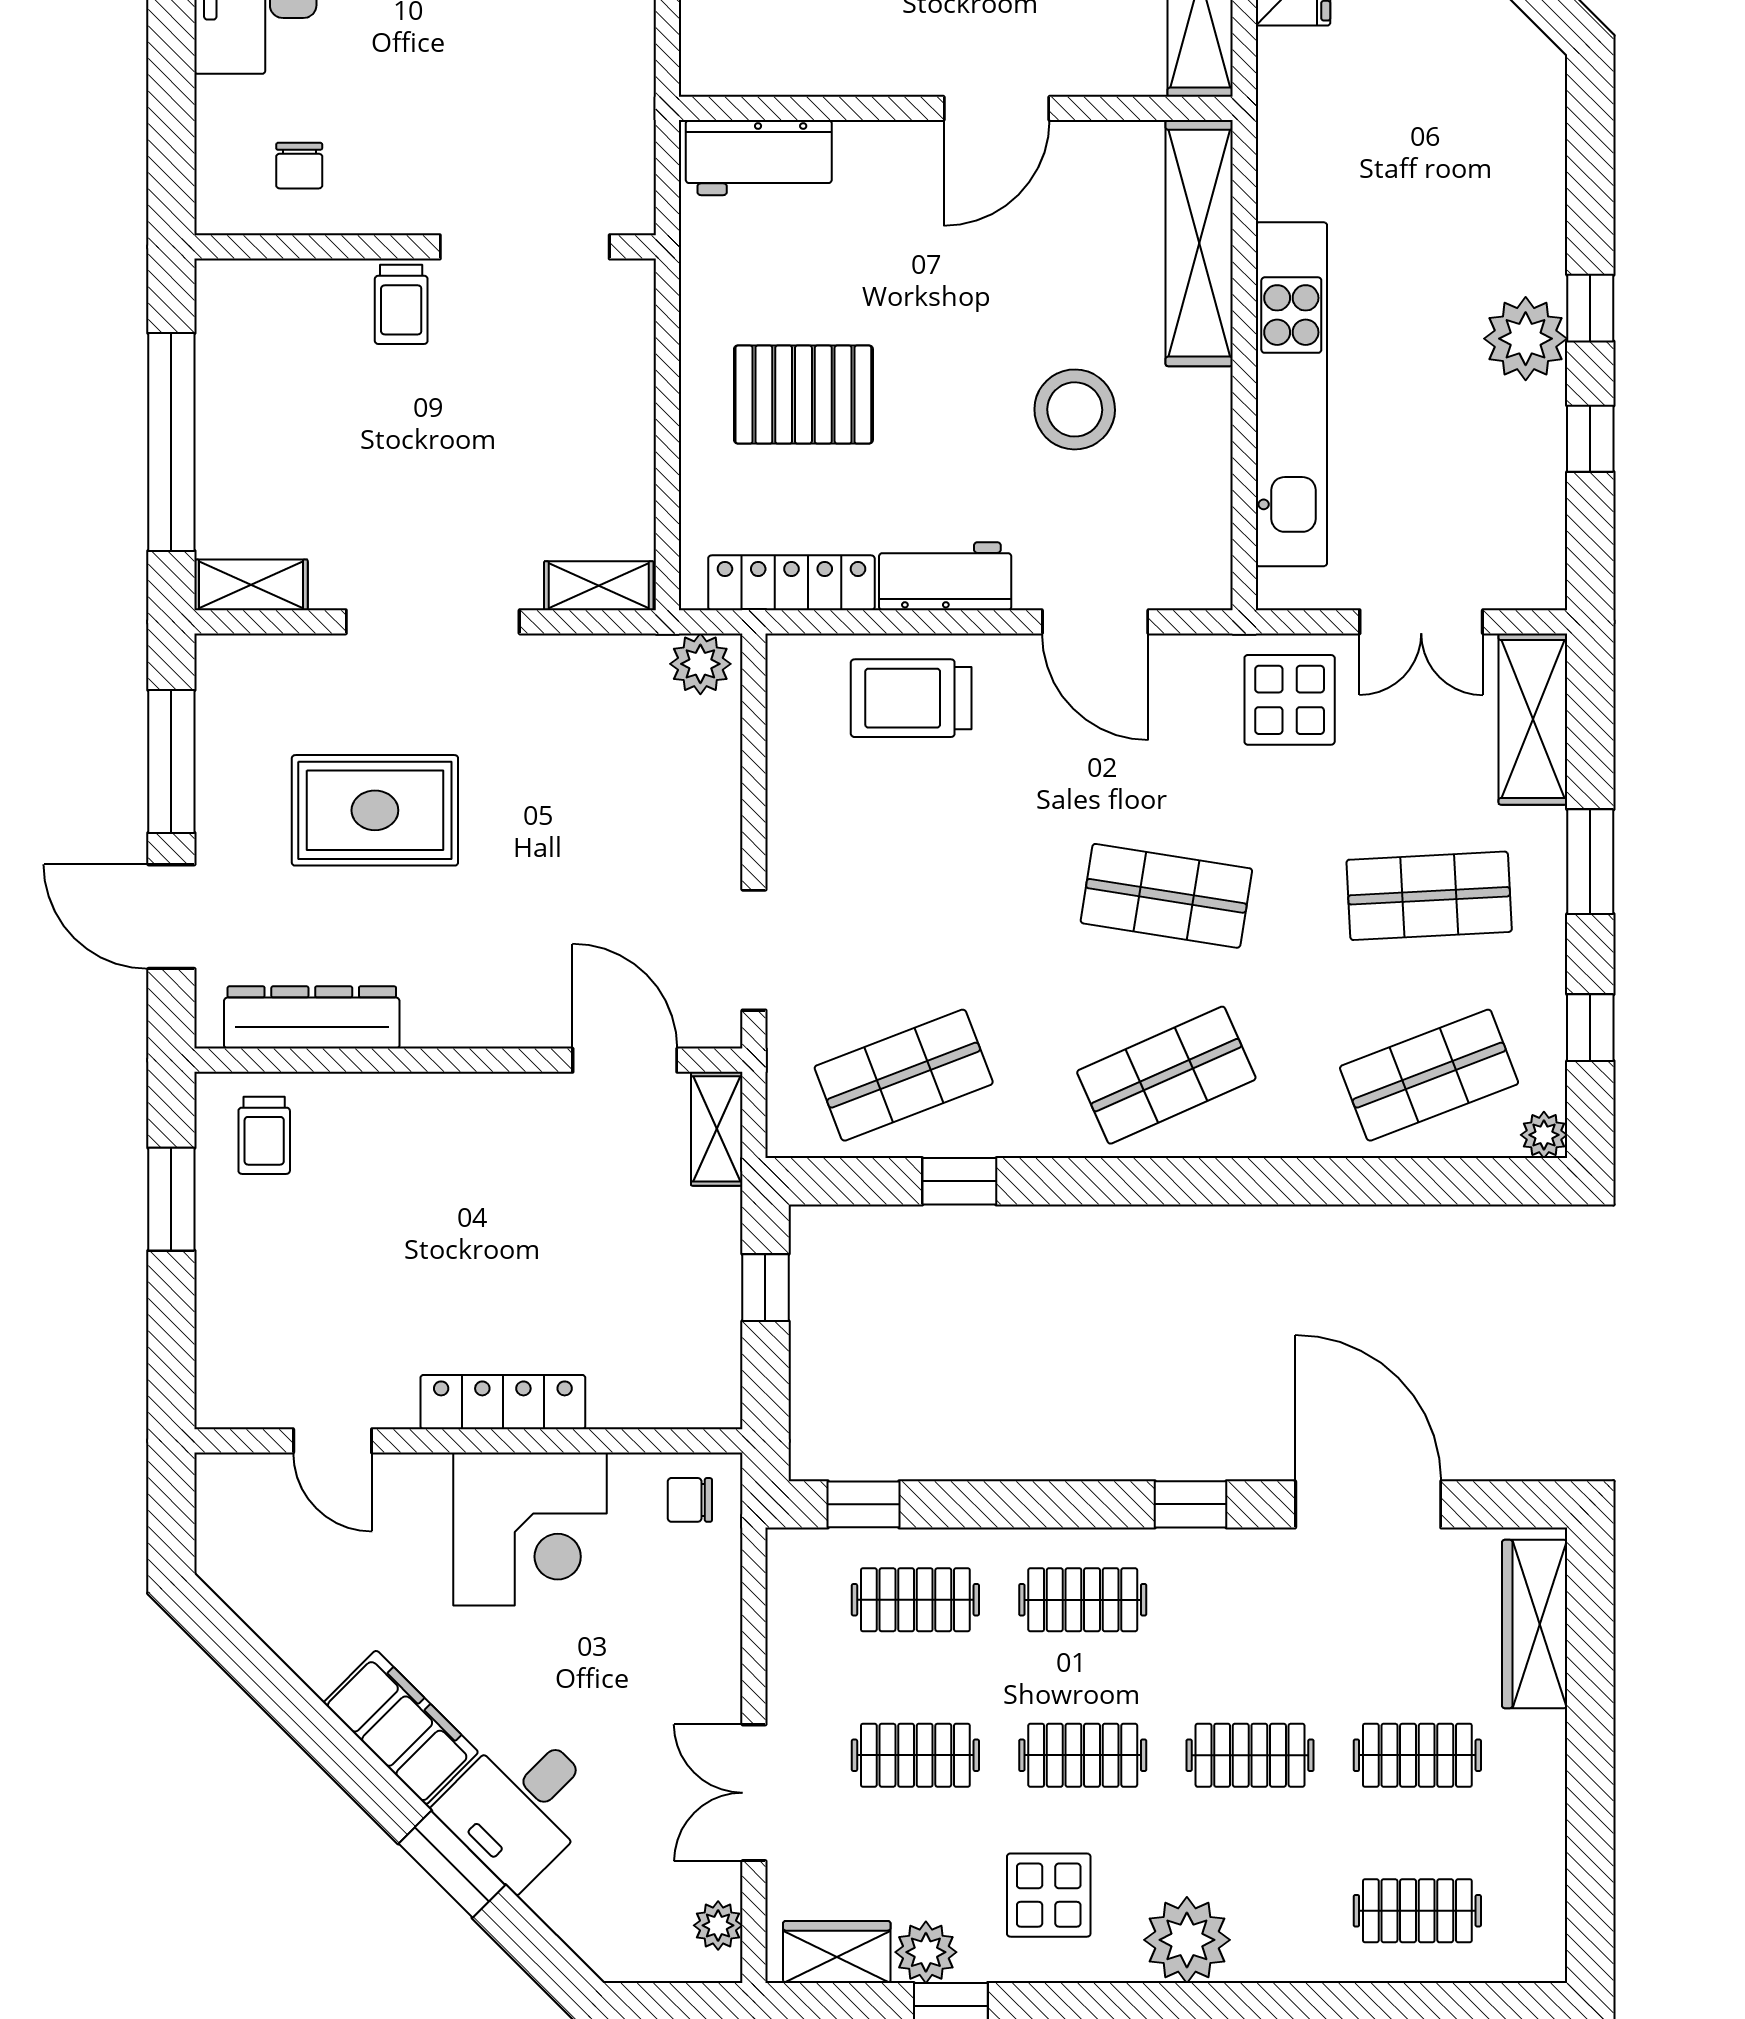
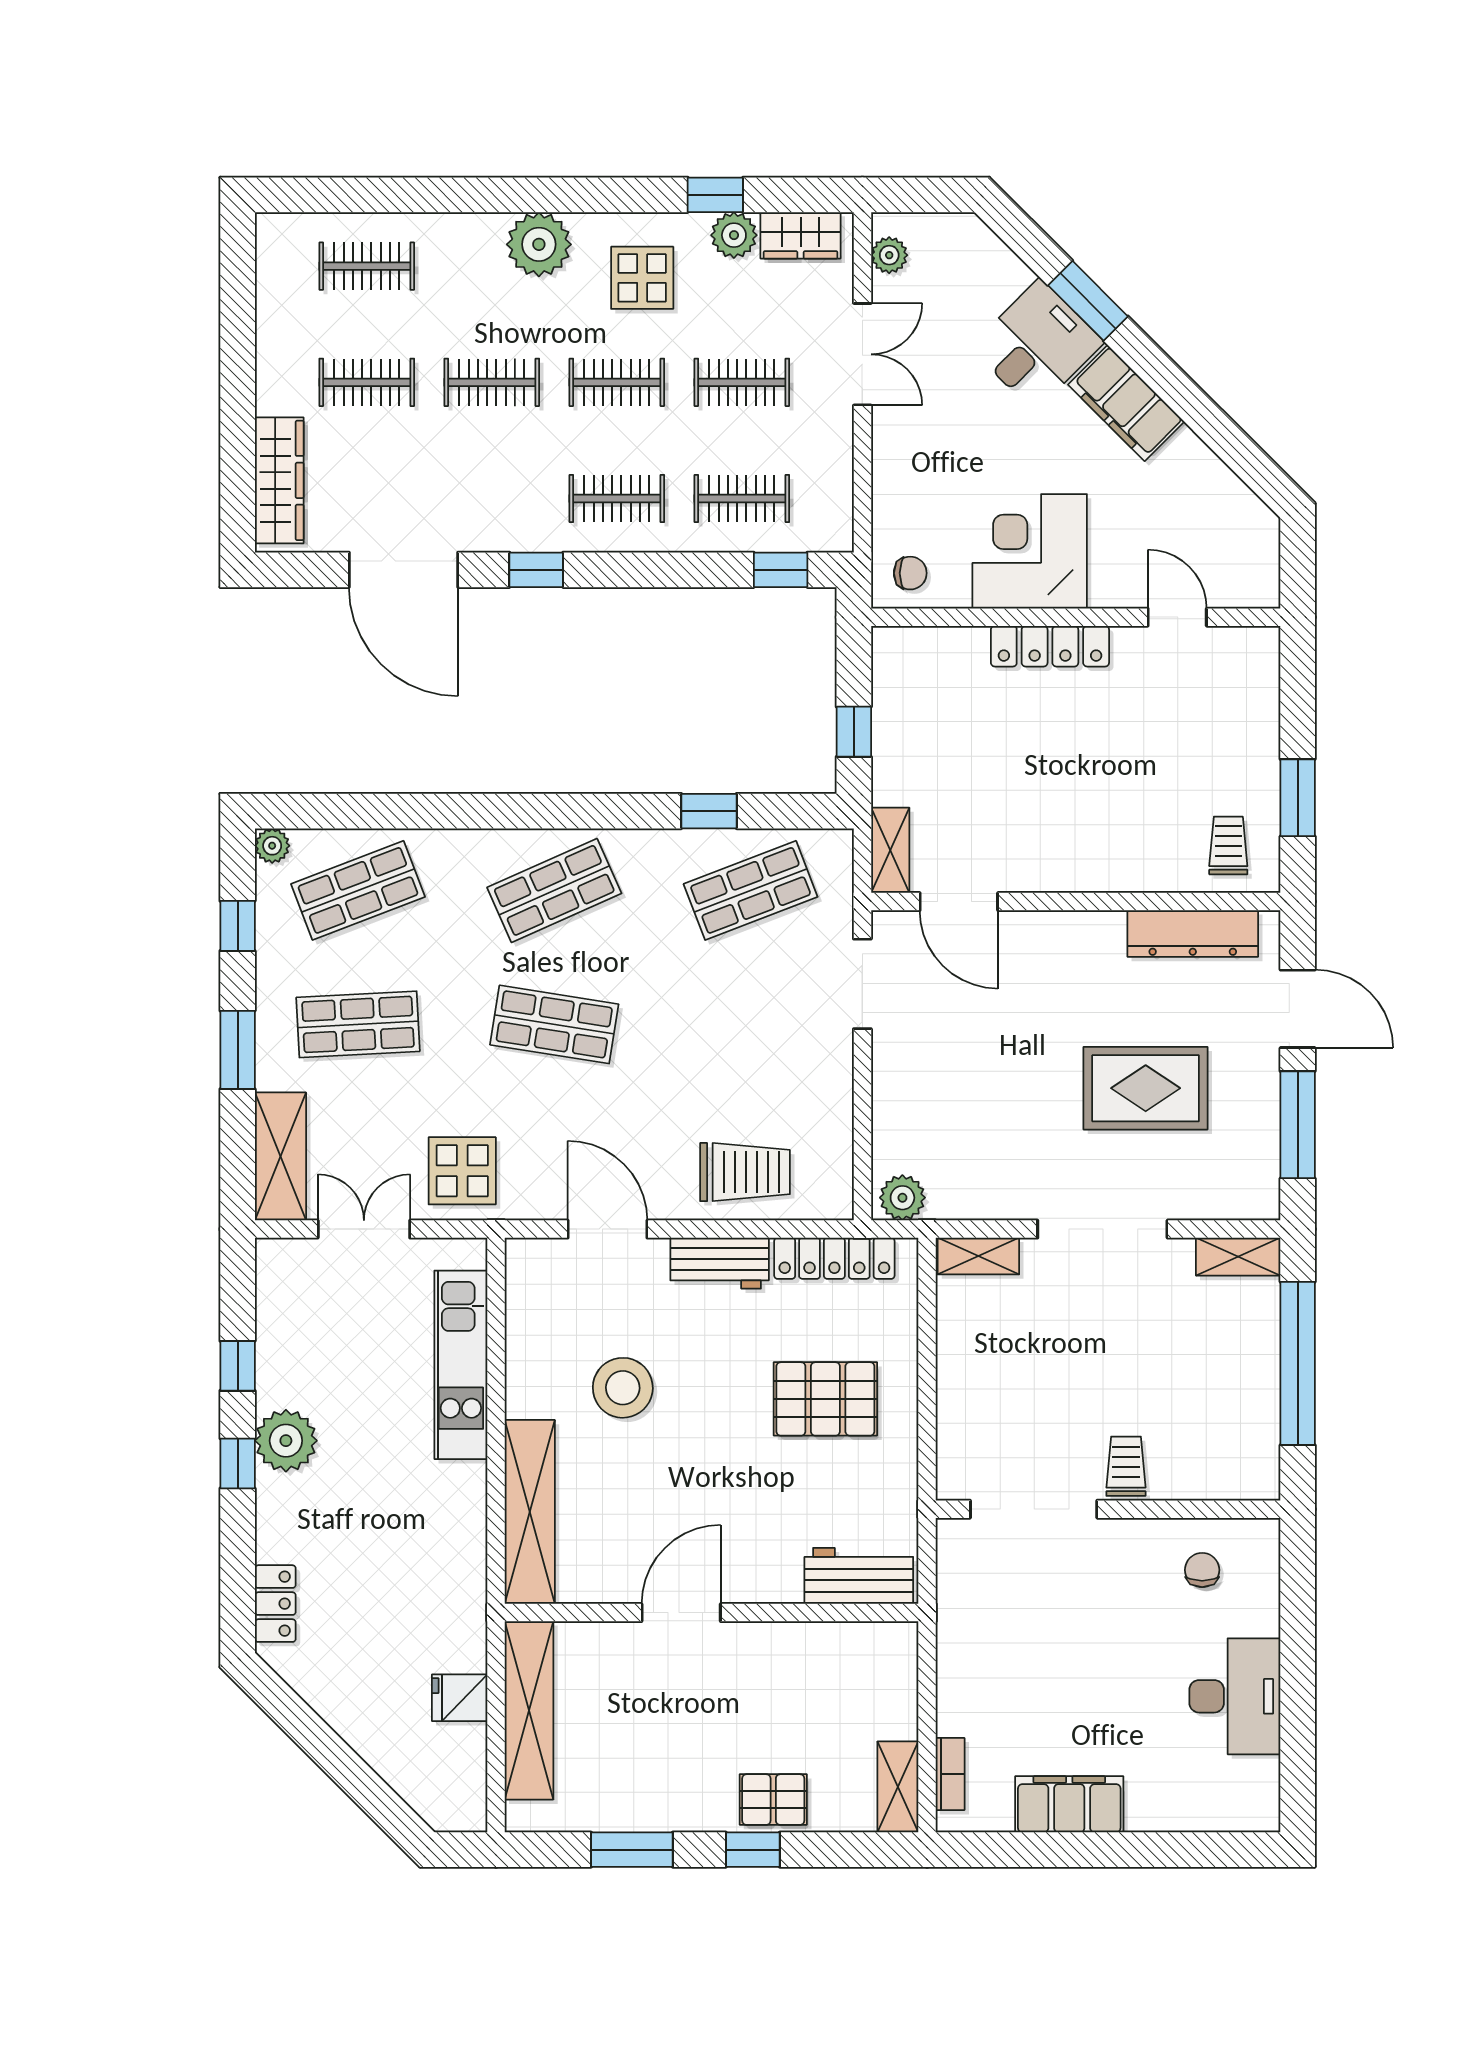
locker: (1540, 121) -> (275, 1604), added
kitchen unit: (1291, 394) -> (461, 1365), width x0.73

